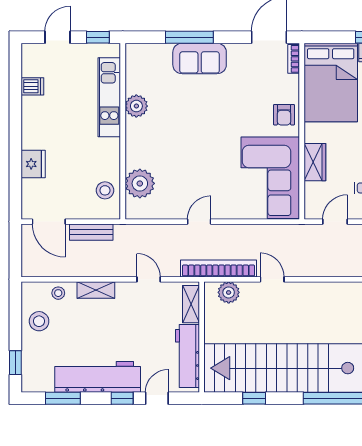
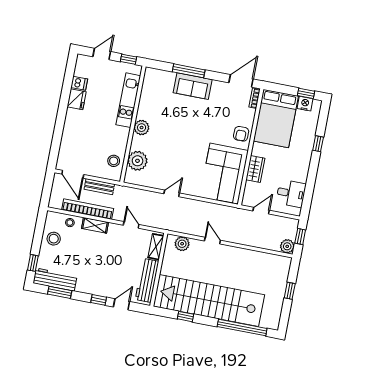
plant: (136, 106) -> (142, 128), moved
fridge: (33, 164) -> (77, 99), moved
bookcase: (218, 268) -> (88, 209), moved
workbench: (98, 377) -> (55, 280), moved, width x0.73, depth x0.76

